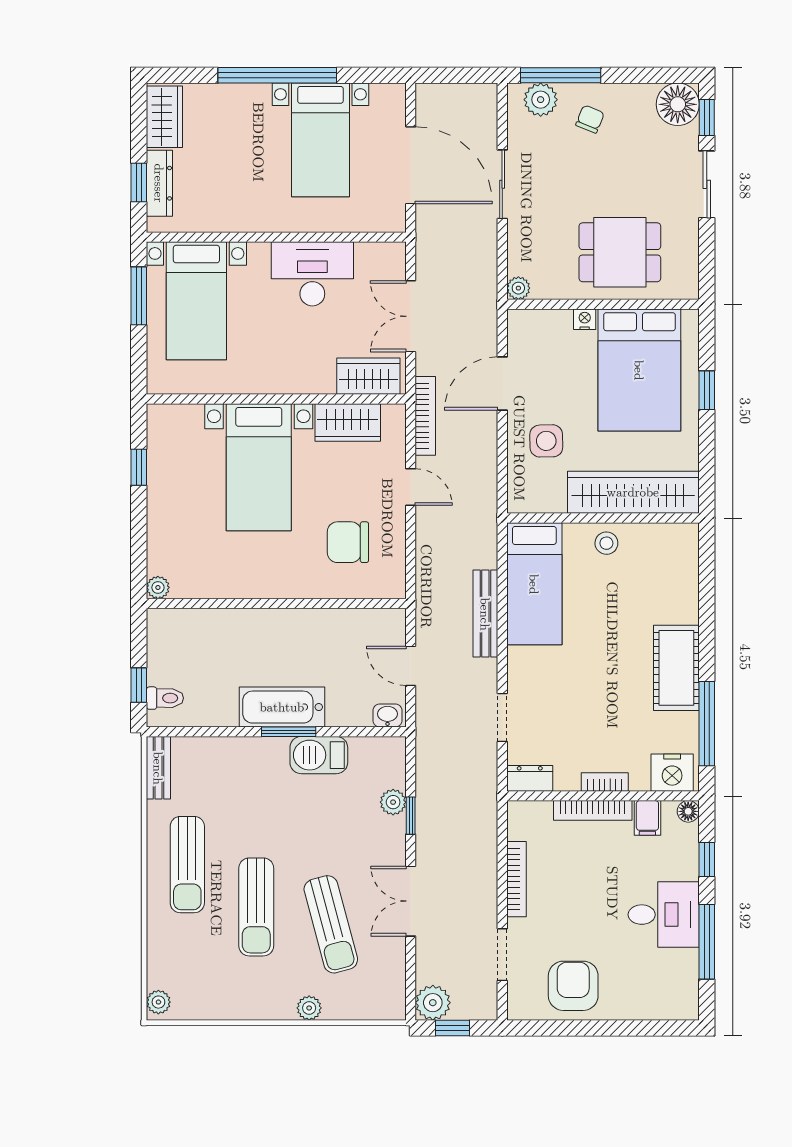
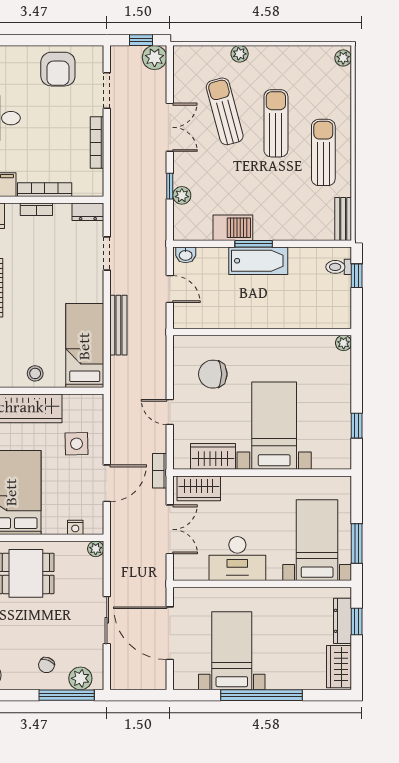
nightstand: (585, 319) -> (75, 527), moved
bookcase: (425, 416) -> (160, 471), width x0.64
chair: (348, 542) -> (213, 374), turned 180

